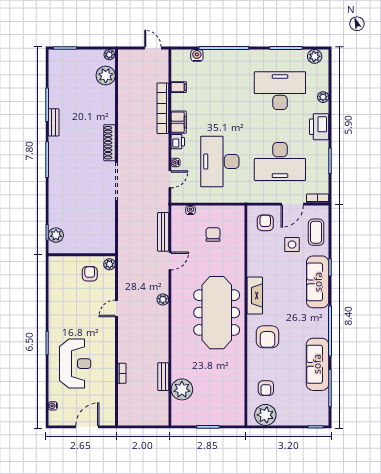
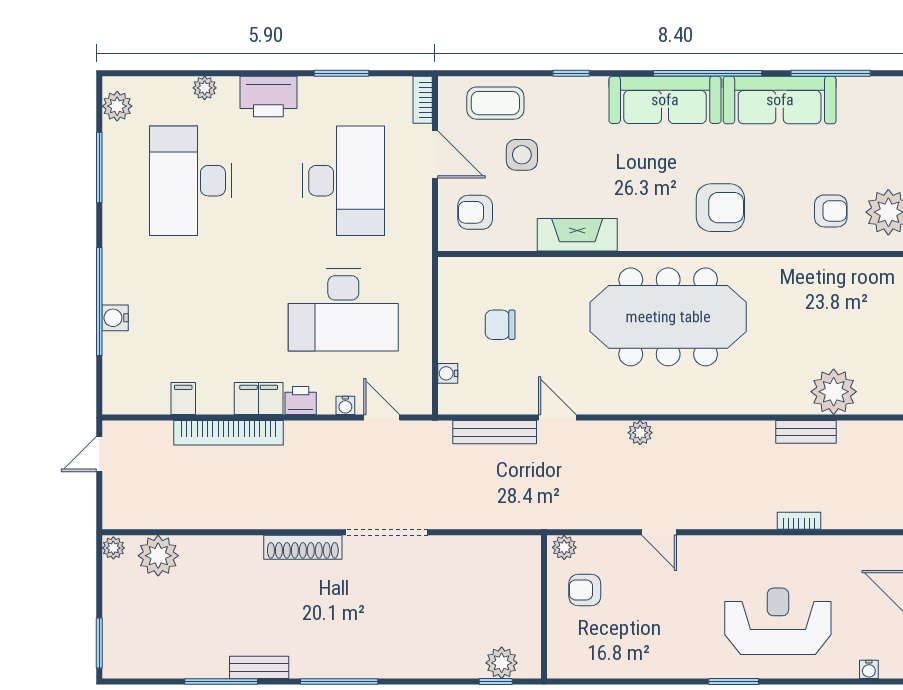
water cooler: (197, 55) -> (115, 318), moved
sofa: (318, 282) -> (665, 100), moved
fireplace: (255, 296) -> (577, 235), moved

